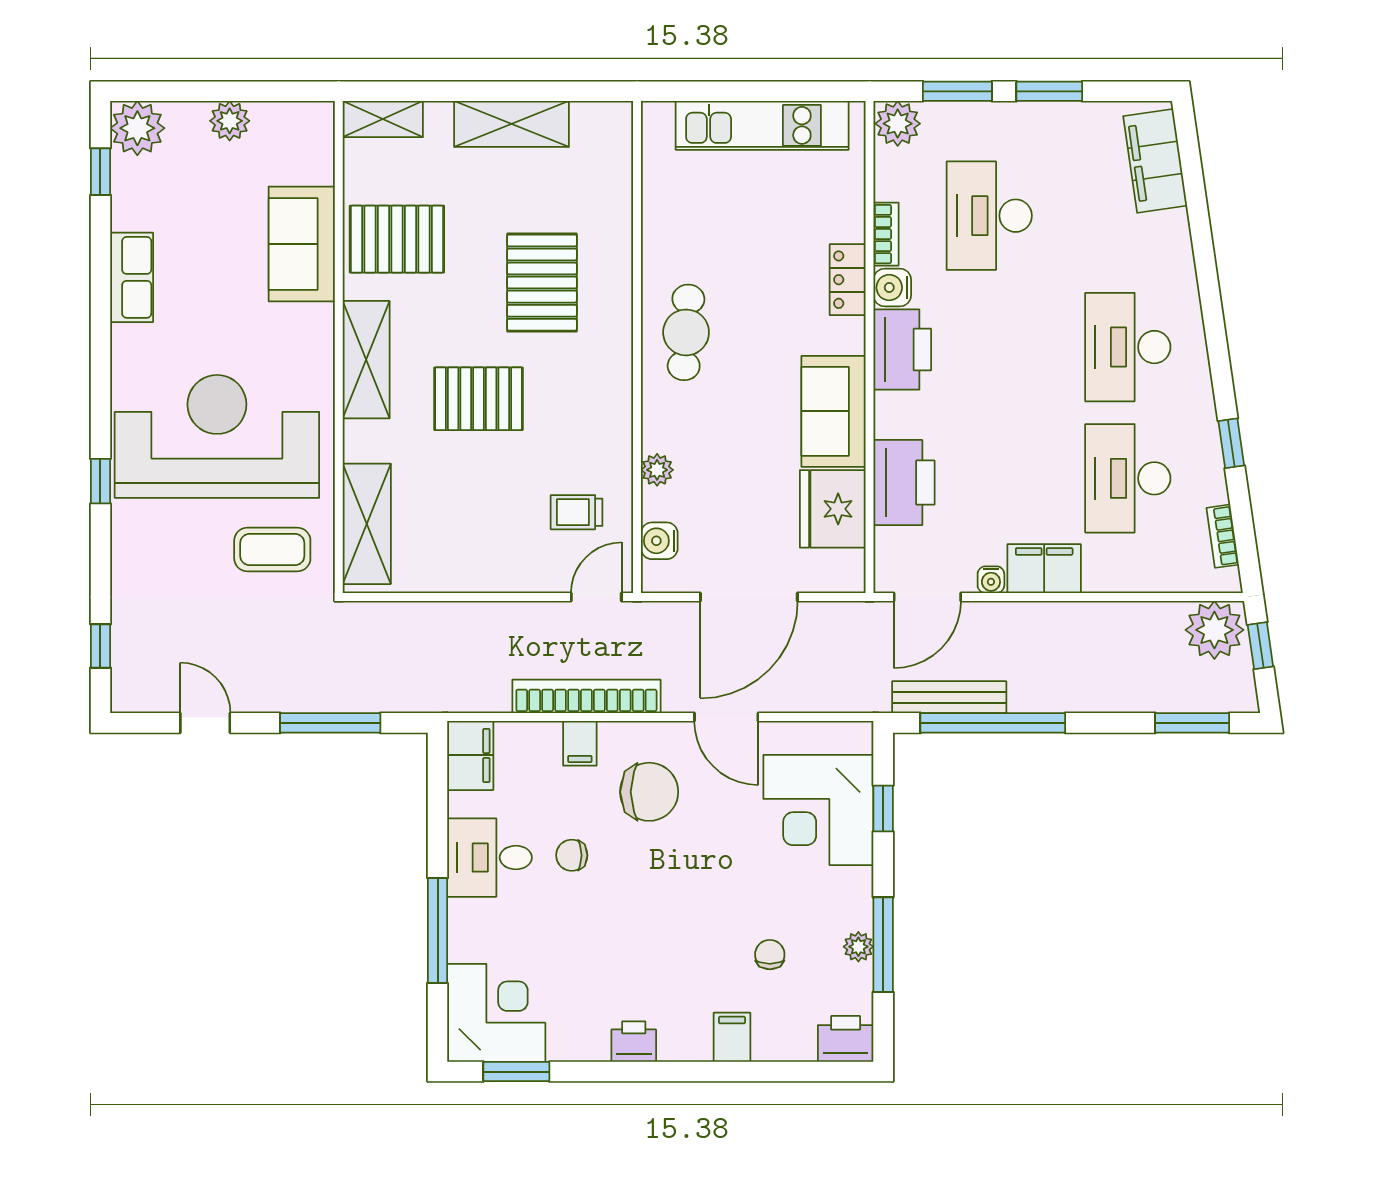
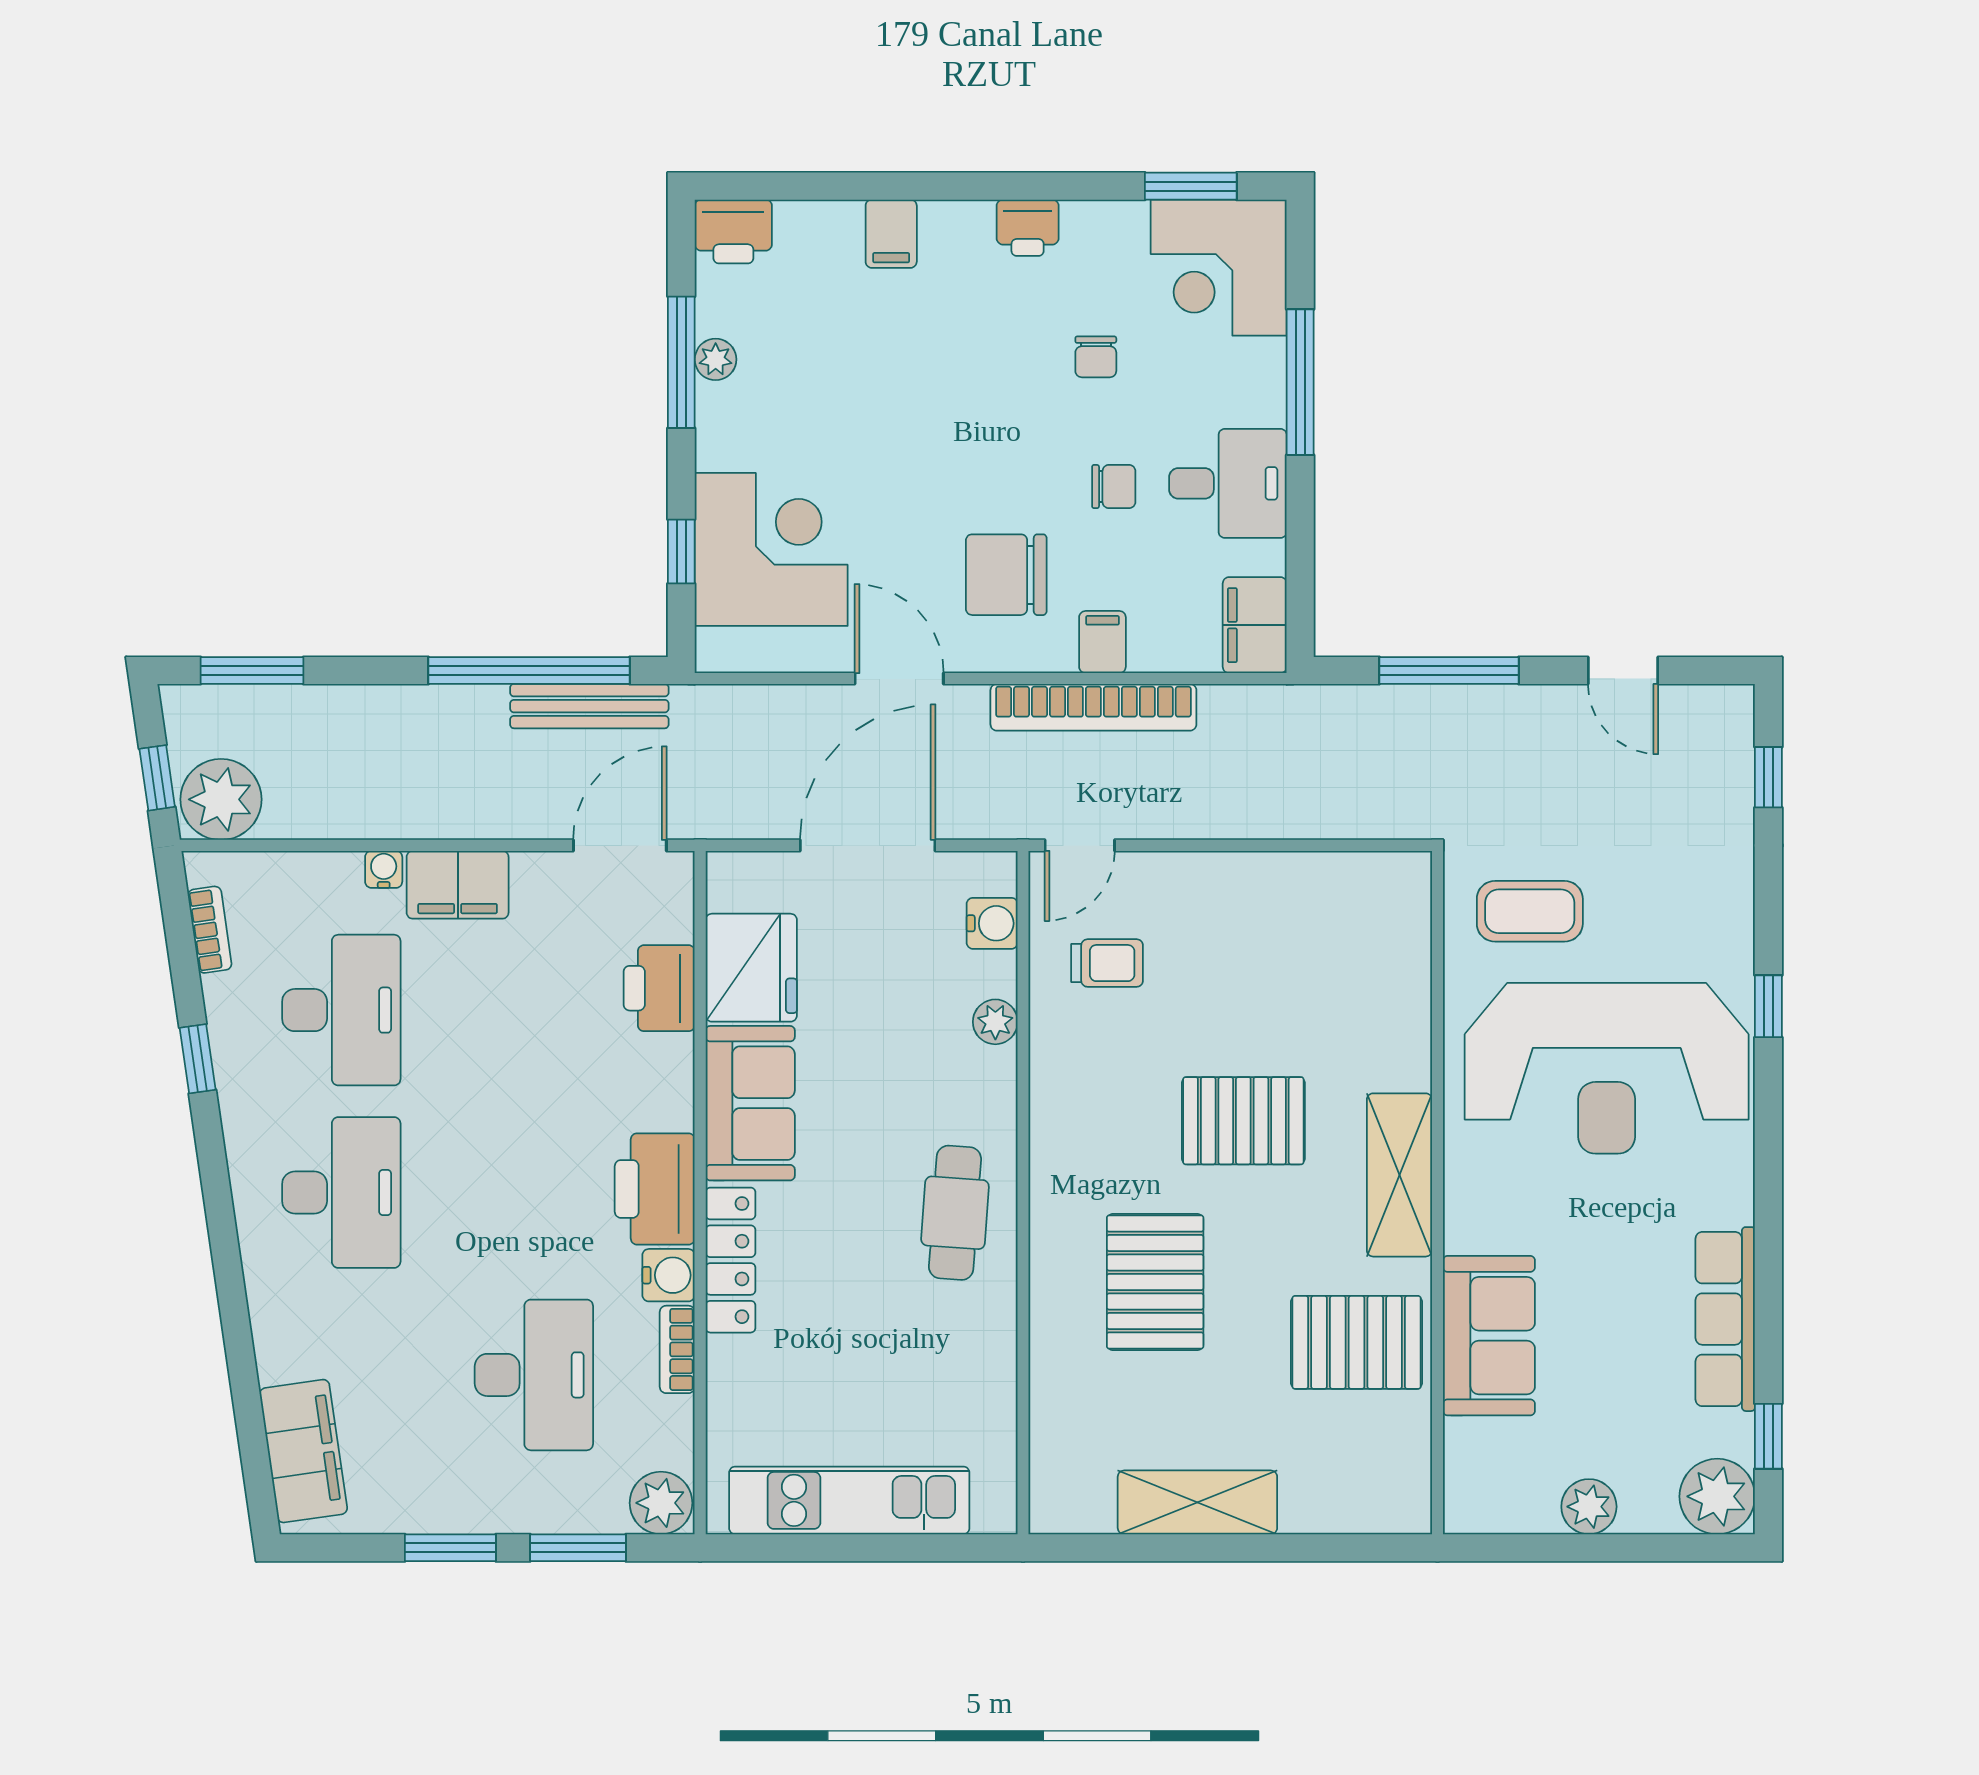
shelving: (383, 119) -> (1376, 1509), removed
row of seats: (132, 277) -> (1725, 1319), width x1.48
locker: (848, 280) -> (730, 1260), width x1.53
printer: (904, 483) -> (659, 988), width x0.73, depth x0.84
shelving: (367, 524) -> (1399, 947), removed
water cooler: (991, 580) -> (384, 869), moved
chair: (770, 955) -> (1096, 357), moved

